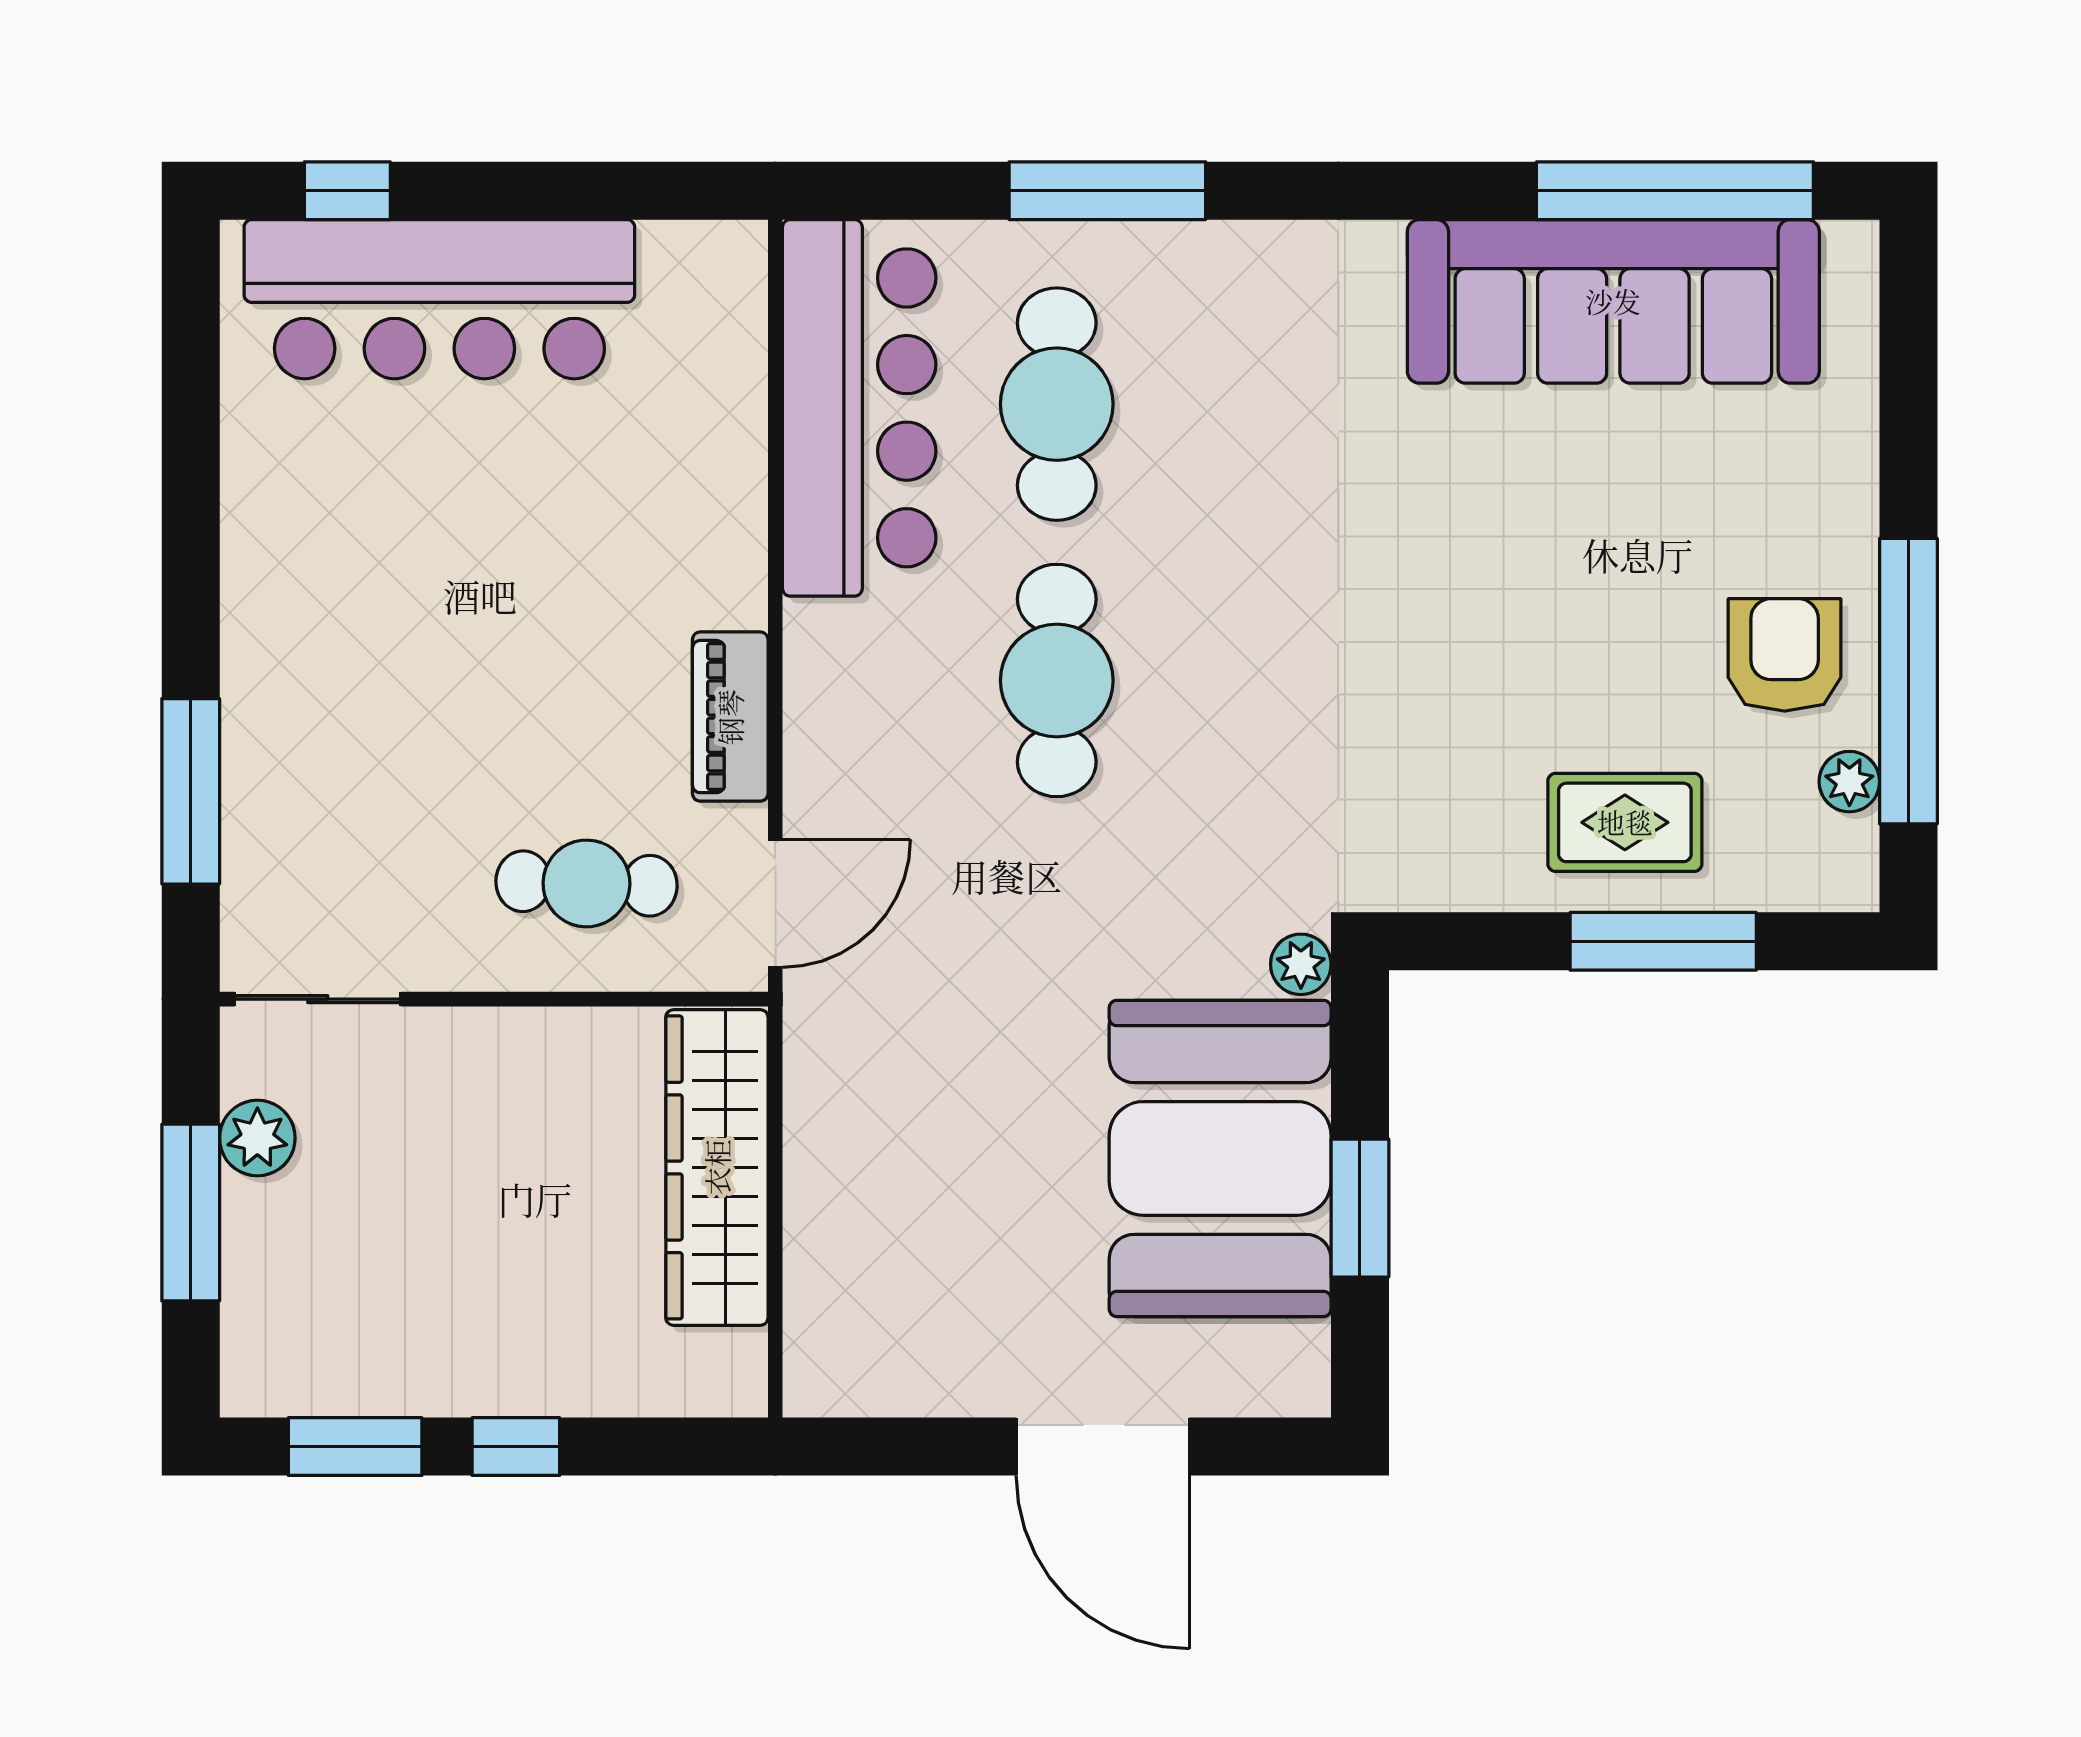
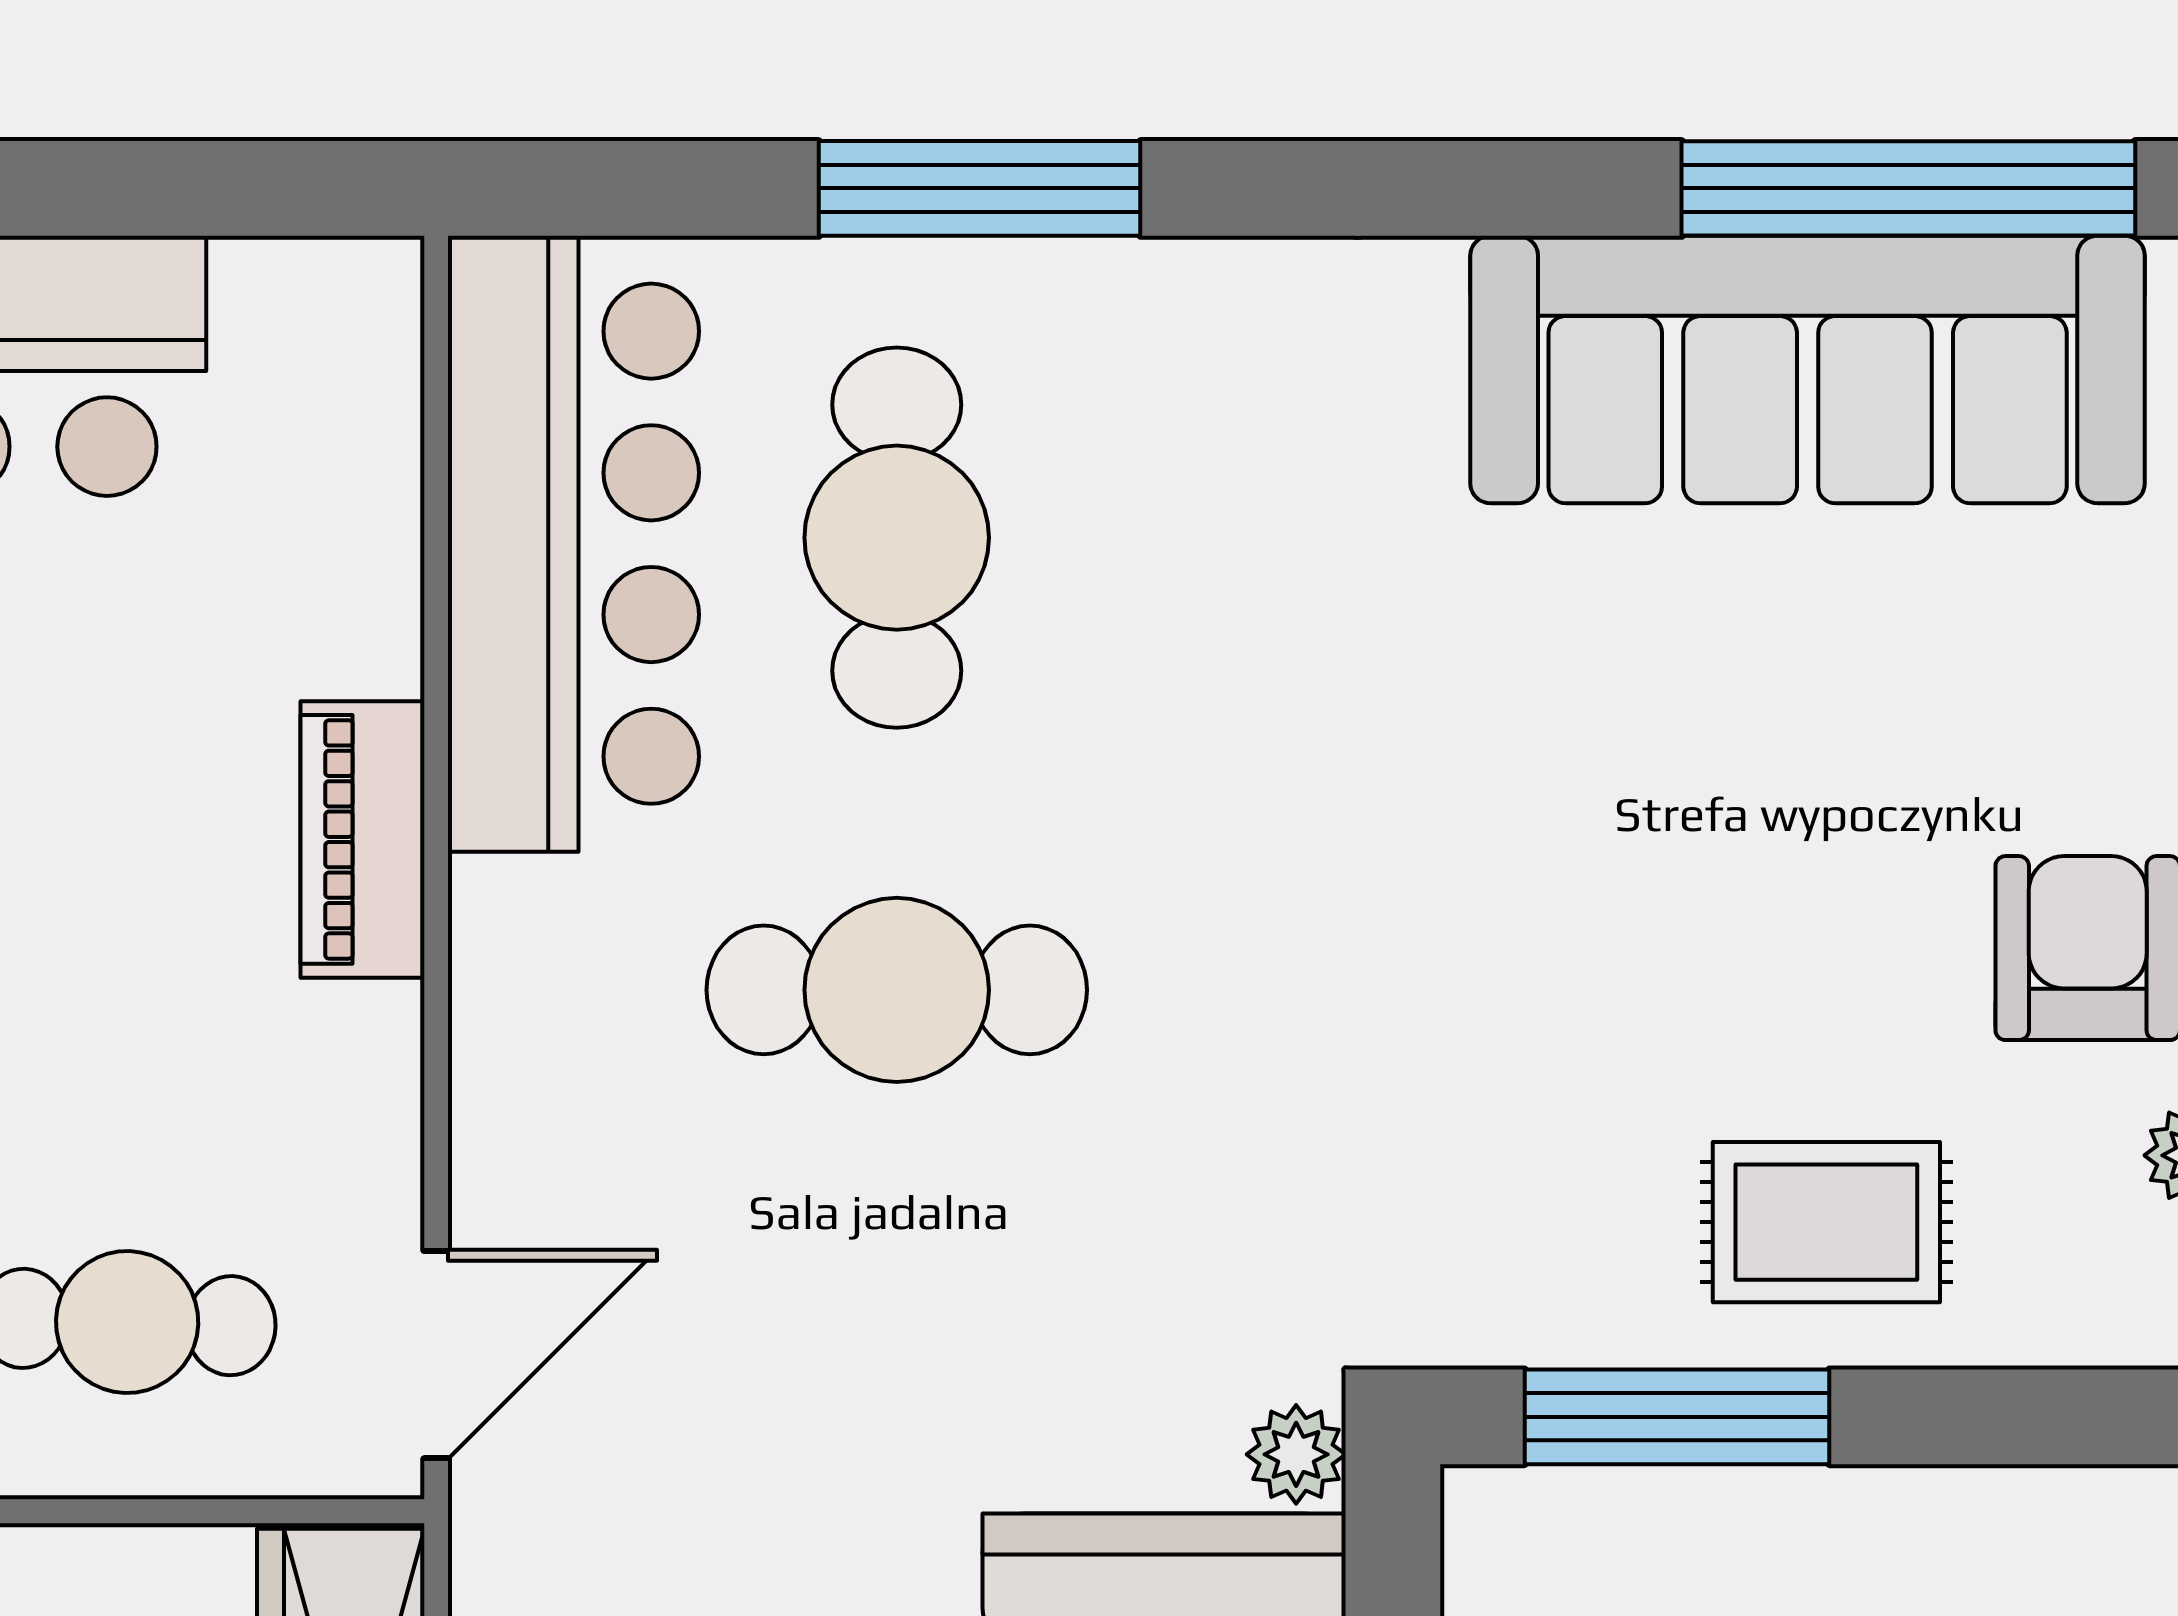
cafe table: (1057, 680) -> (897, 990), turned 90
piano: (730, 717) -> (362, 839), moved
window: (1663, 941) -> (1677, 1417), moved

